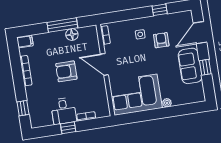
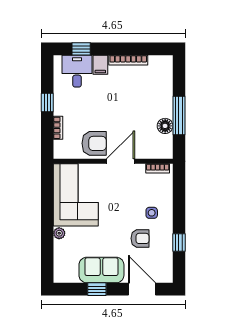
filing cabinet: (25, 41) -> (100, 65), moved
armchair: (66, 71) -> (94, 143), moved, turned 90
desk: (64, 111) -> (77, 71), moved, turned 90

